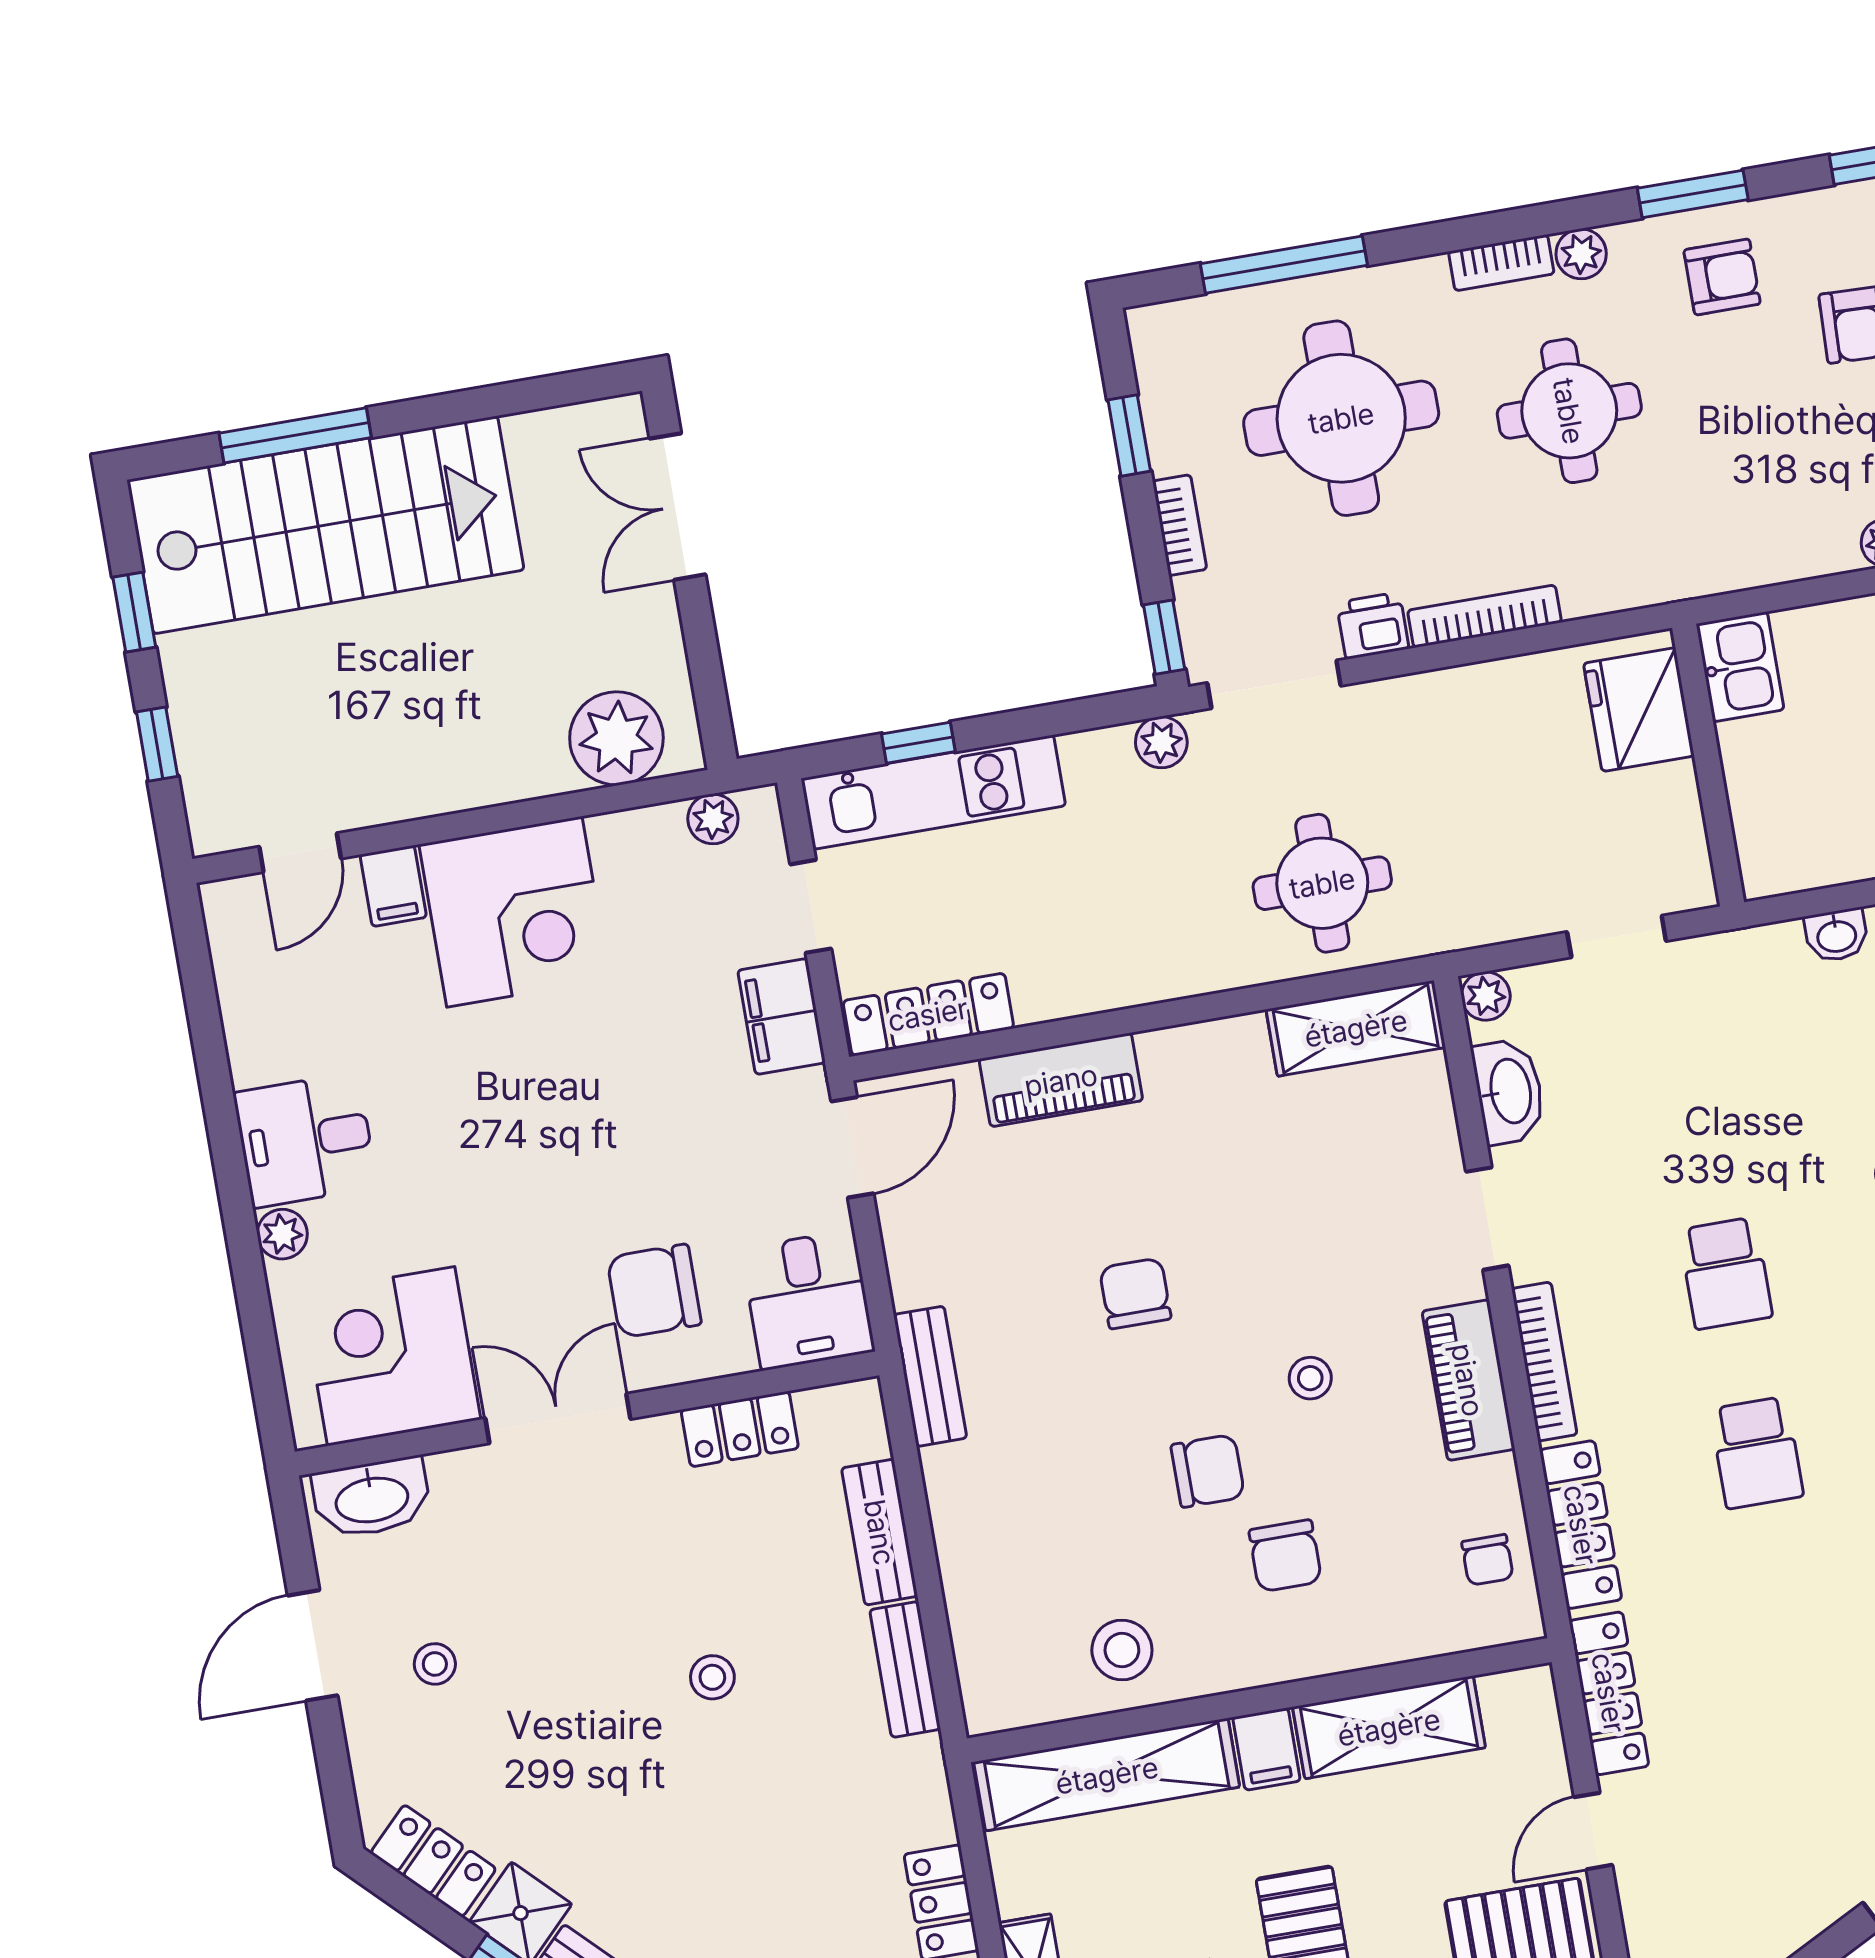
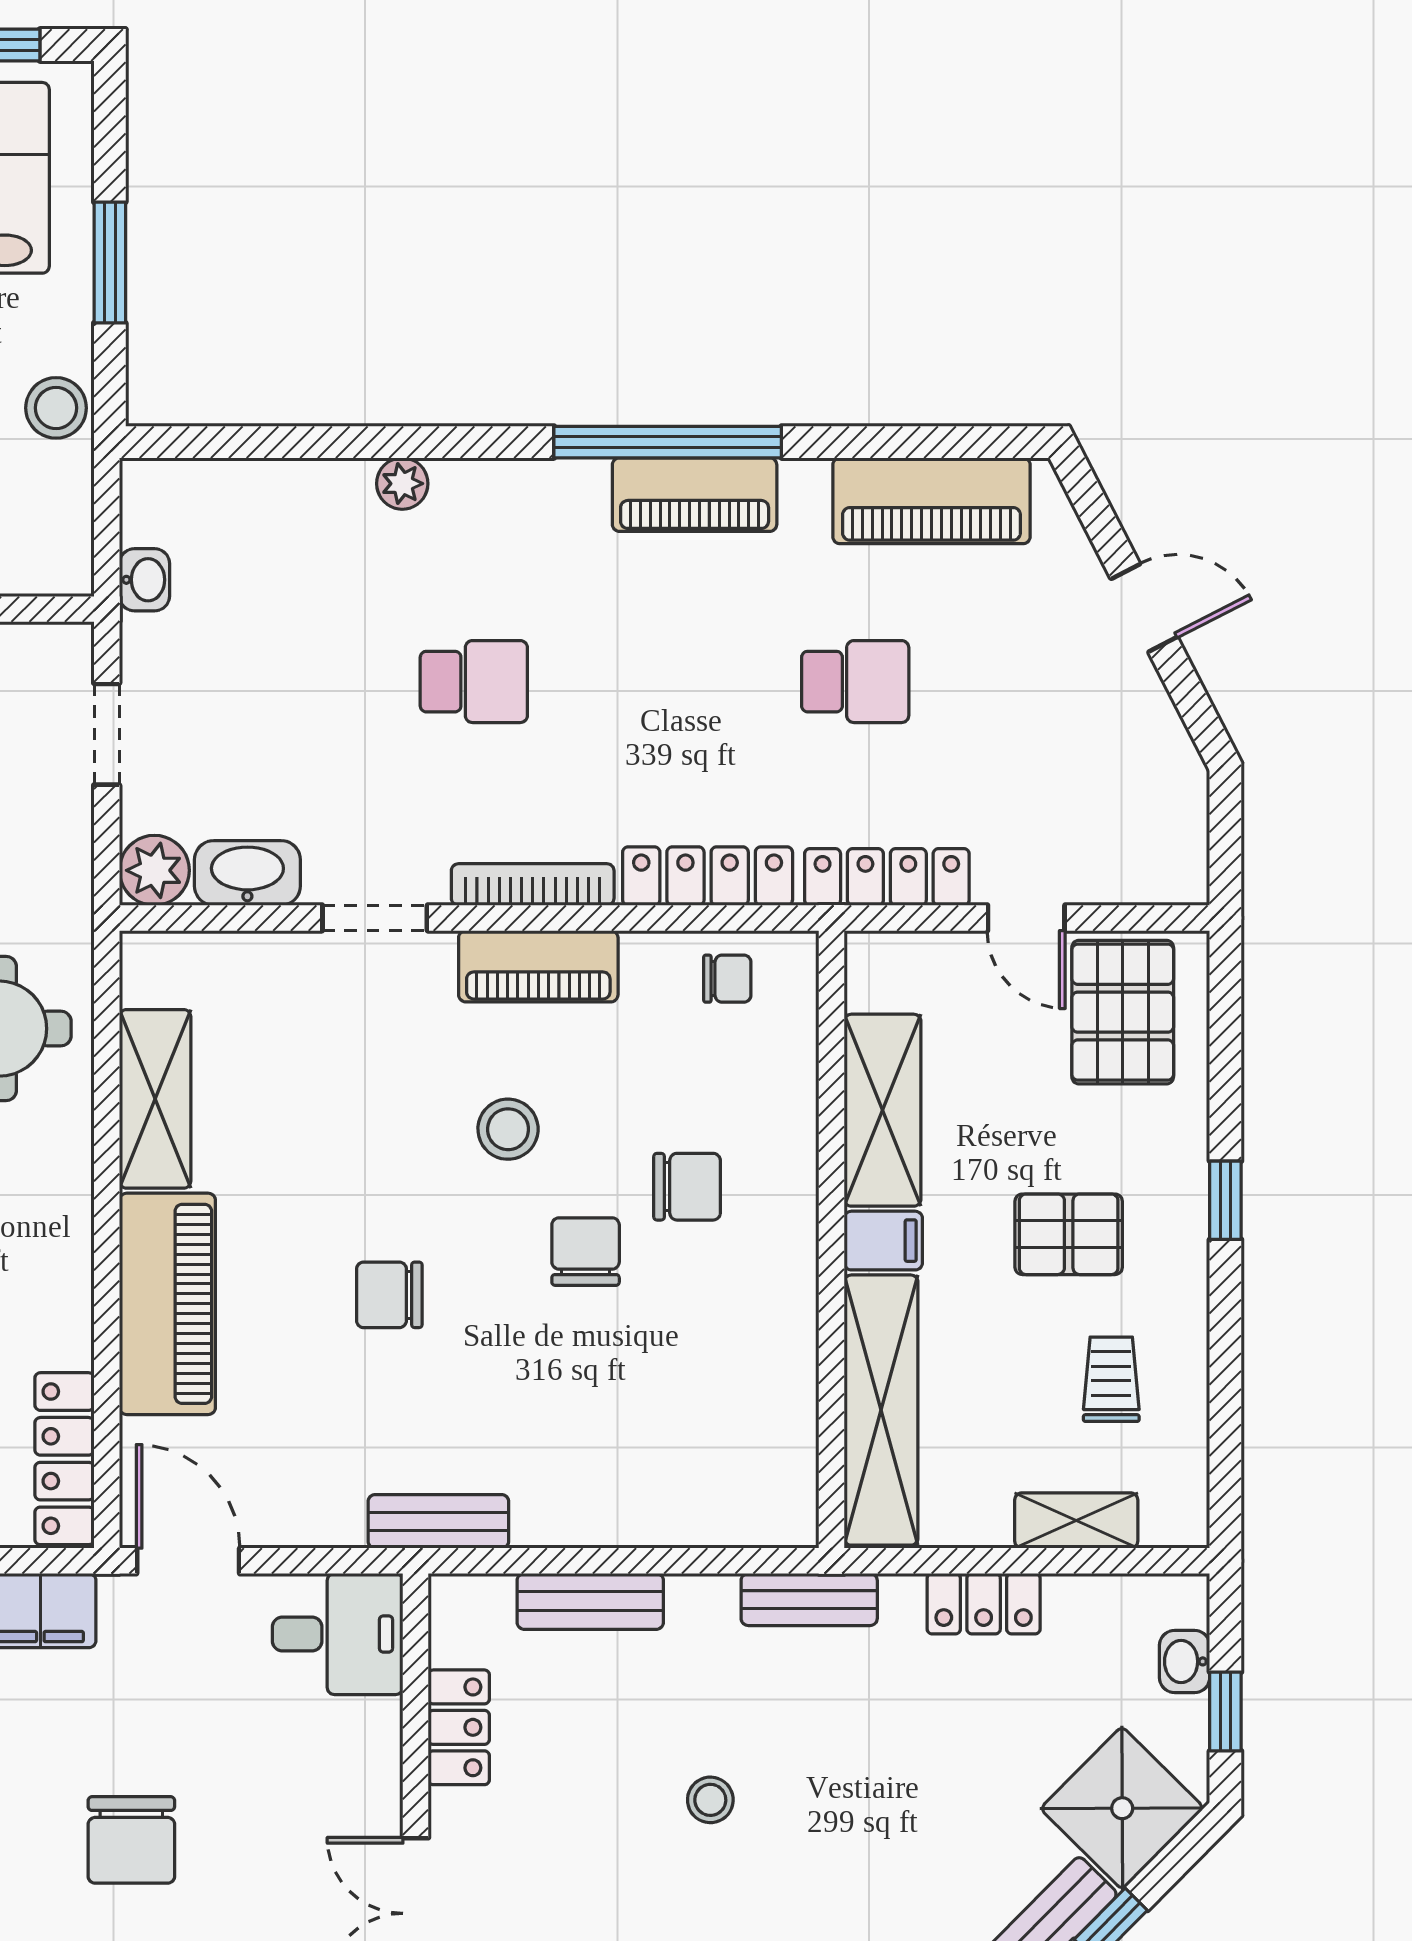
washbasin: (1837, 935) -> (144, 580), moved
plant: (1486, 996) -> (154, 870), width x1.38, depth x1.38
shelving: (1356, 1028) -> (155, 1099), moved
piano: (1061, 1080) -> (167, 1304), width x1.37, depth x1.33
chair: (654, 1291) -> (131, 1840), moved
stool: (1310, 1378) -> (508, 1129), width x1.37, depth x1.37
school desk: (1757, 1453) -> (855, 682), moved
stool: (1122, 1650) -> (755, 1372), removed
bench: (905, 1669) -> (809, 1599), moved

